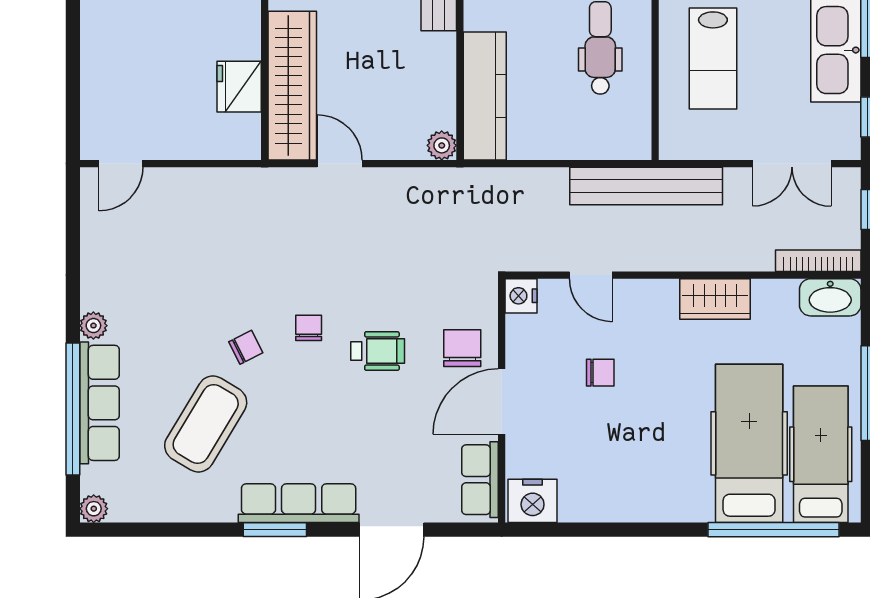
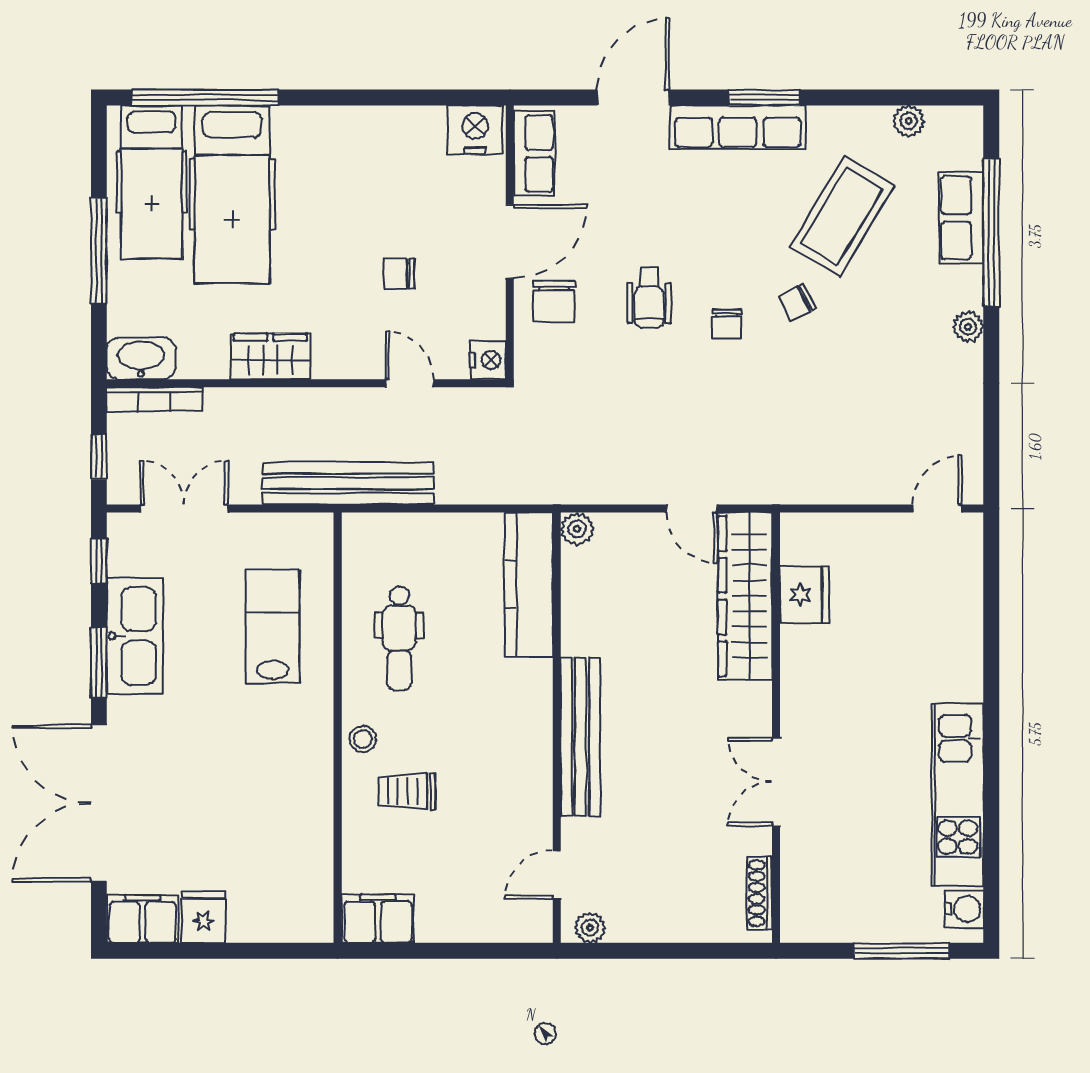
wheelchair: (378, 351) -> (649, 298), turned -90
row of seats: (99, 403) -> (961, 218), width x0.68
plant: (94, 509) -> (909, 121), moved

